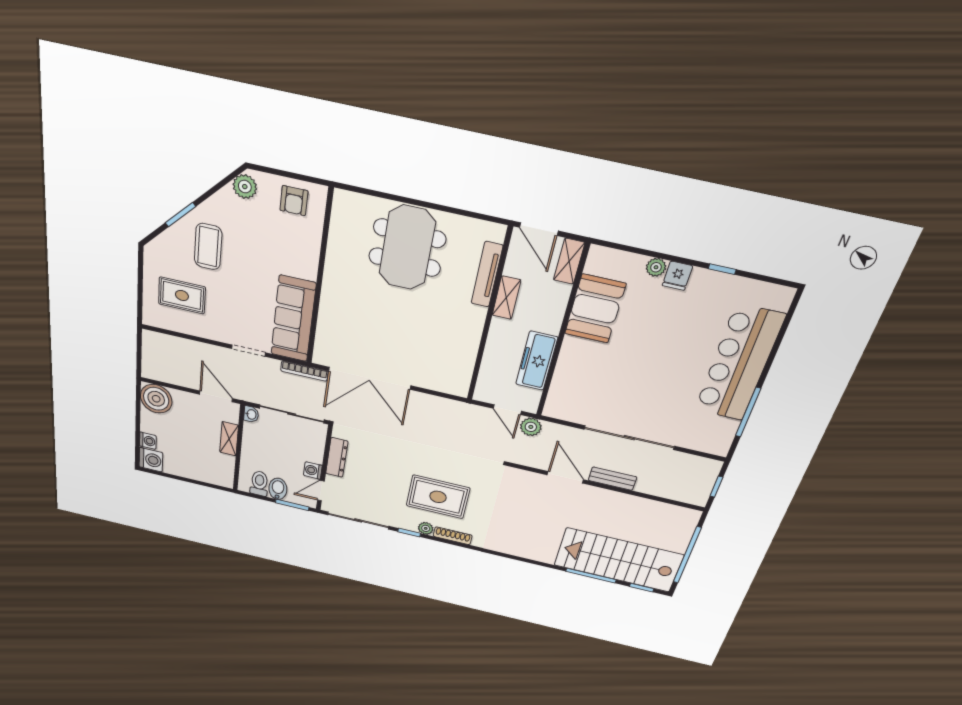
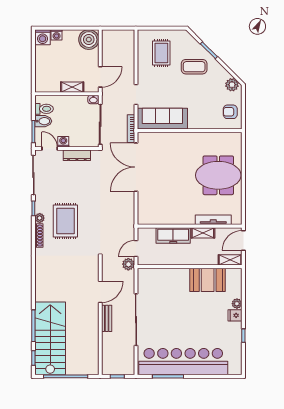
freezer: (537, 361) -> (173, 235), moved, turned 180
bar counter: (739, 363) -> (183, 362), width x1.36

